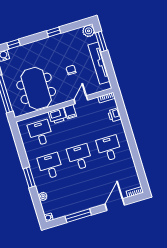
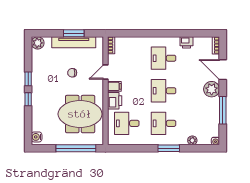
window: (101, 42) -> (74, 33), moved
window: (14, 44) -> (28, 99), moved
door: (81, 100) -> (106, 72), hinge flipped
printer: (114, 115) -> (186, 42), moved
plant: (94, 200) -> (212, 89), added

